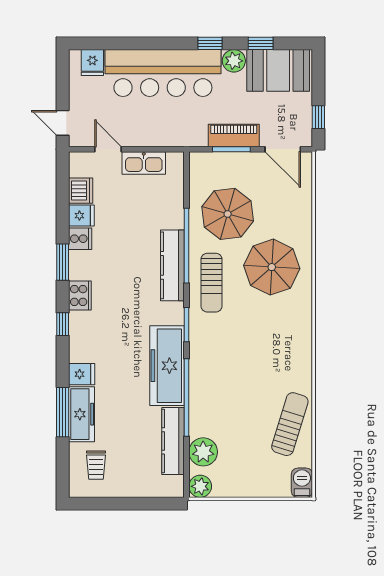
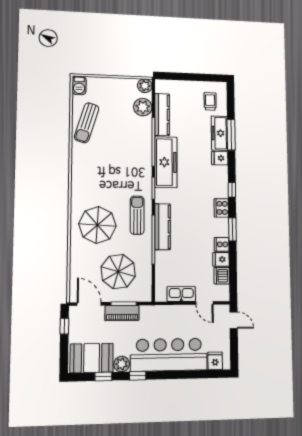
parasol: (228, 214) -> (118, 272), moved

